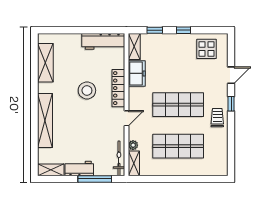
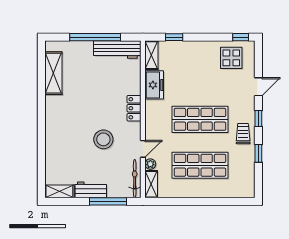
window: (83, 30) -> (95, 37), added
window: (184, 30) -> (241, 37), moved
locker: (118, 88) -> (134, 108), width x0.66
stool: (87, 90) -> (103, 139), moved
door: (126, 118) -> (143, 149), moved
shelving: (45, 120) -> (53, 137), removed
window: (231, 135) -> (258, 153), added

